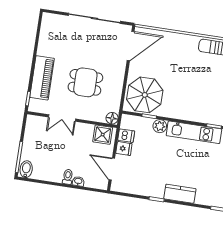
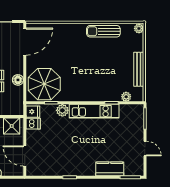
floor lamp: (112, 118) -> (18, 80), moved
fridge: (124, 149) -> (33, 112), moved
kitchen counter: (180, 194) -> (110, 169), moved

